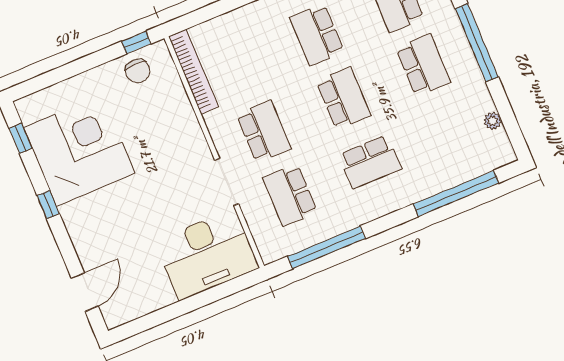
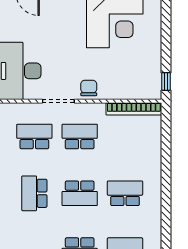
chair: (138, 71) -> (89, 88), moved, turned 90
school desk: (264, 132) -> (80, 136), turned 180

